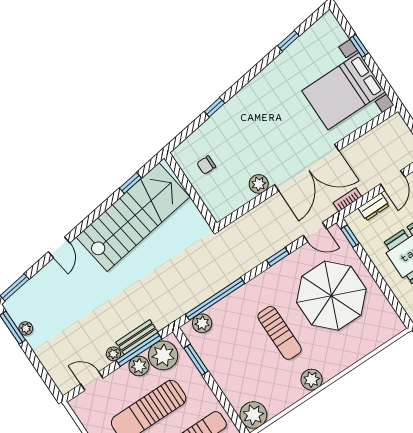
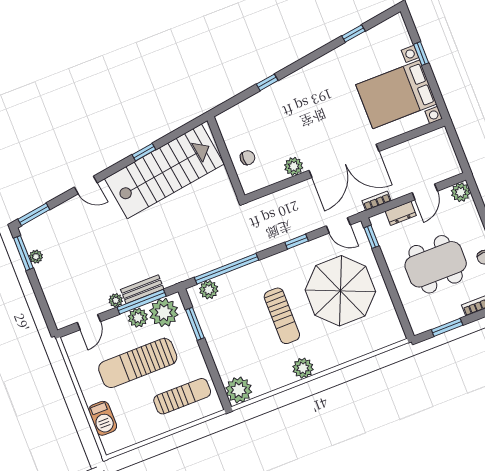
chair: (206, 165) -> (248, 158), moved, turned 180
window: (130, 183) -> (144, 152), moved
door: (59, 247) -> (86, 185), hinge flipped
door: (92, 381) -> (89, 322), swing flipped

